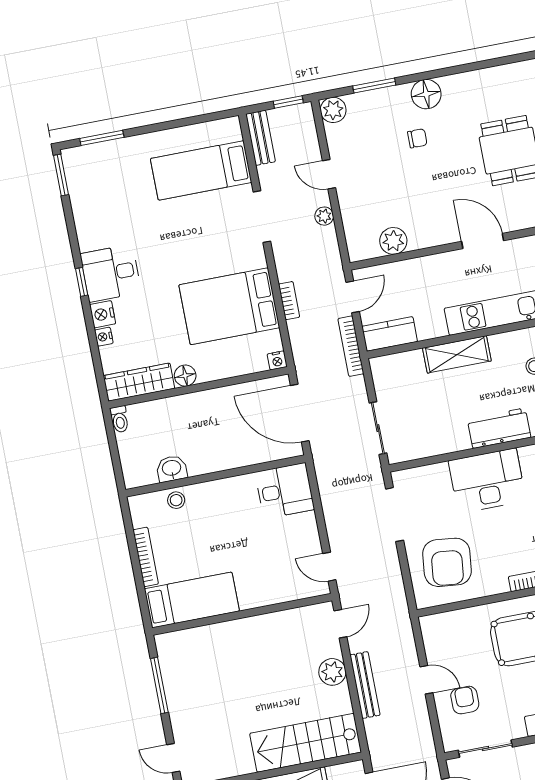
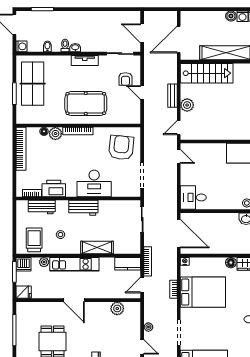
bench: (365, 685) -> (173, 96), width x0.73

